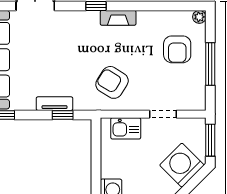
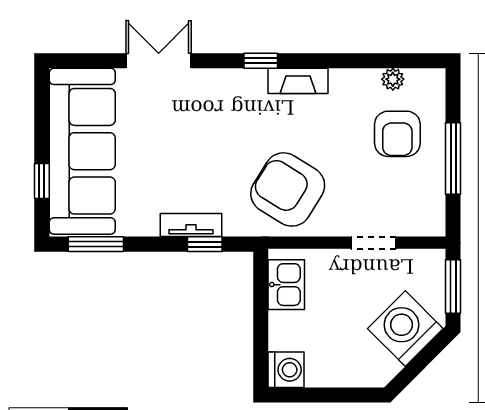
plant: (199, 17) -> (393, 79), moved
armchair: (112, 82) -> (288, 189), width x1.36, depth x1.36
kitchen sink: (126, 128) -> (286, 285), moved, turned -90

